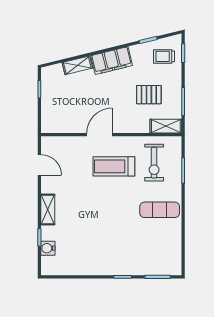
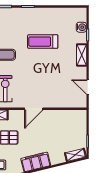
shelving: (77, 65) -> (75, 155), moved
door: (100, 135) -> (34, 109), moved
treadmill: (114, 166) -> (43, 42), moved, turned 180

